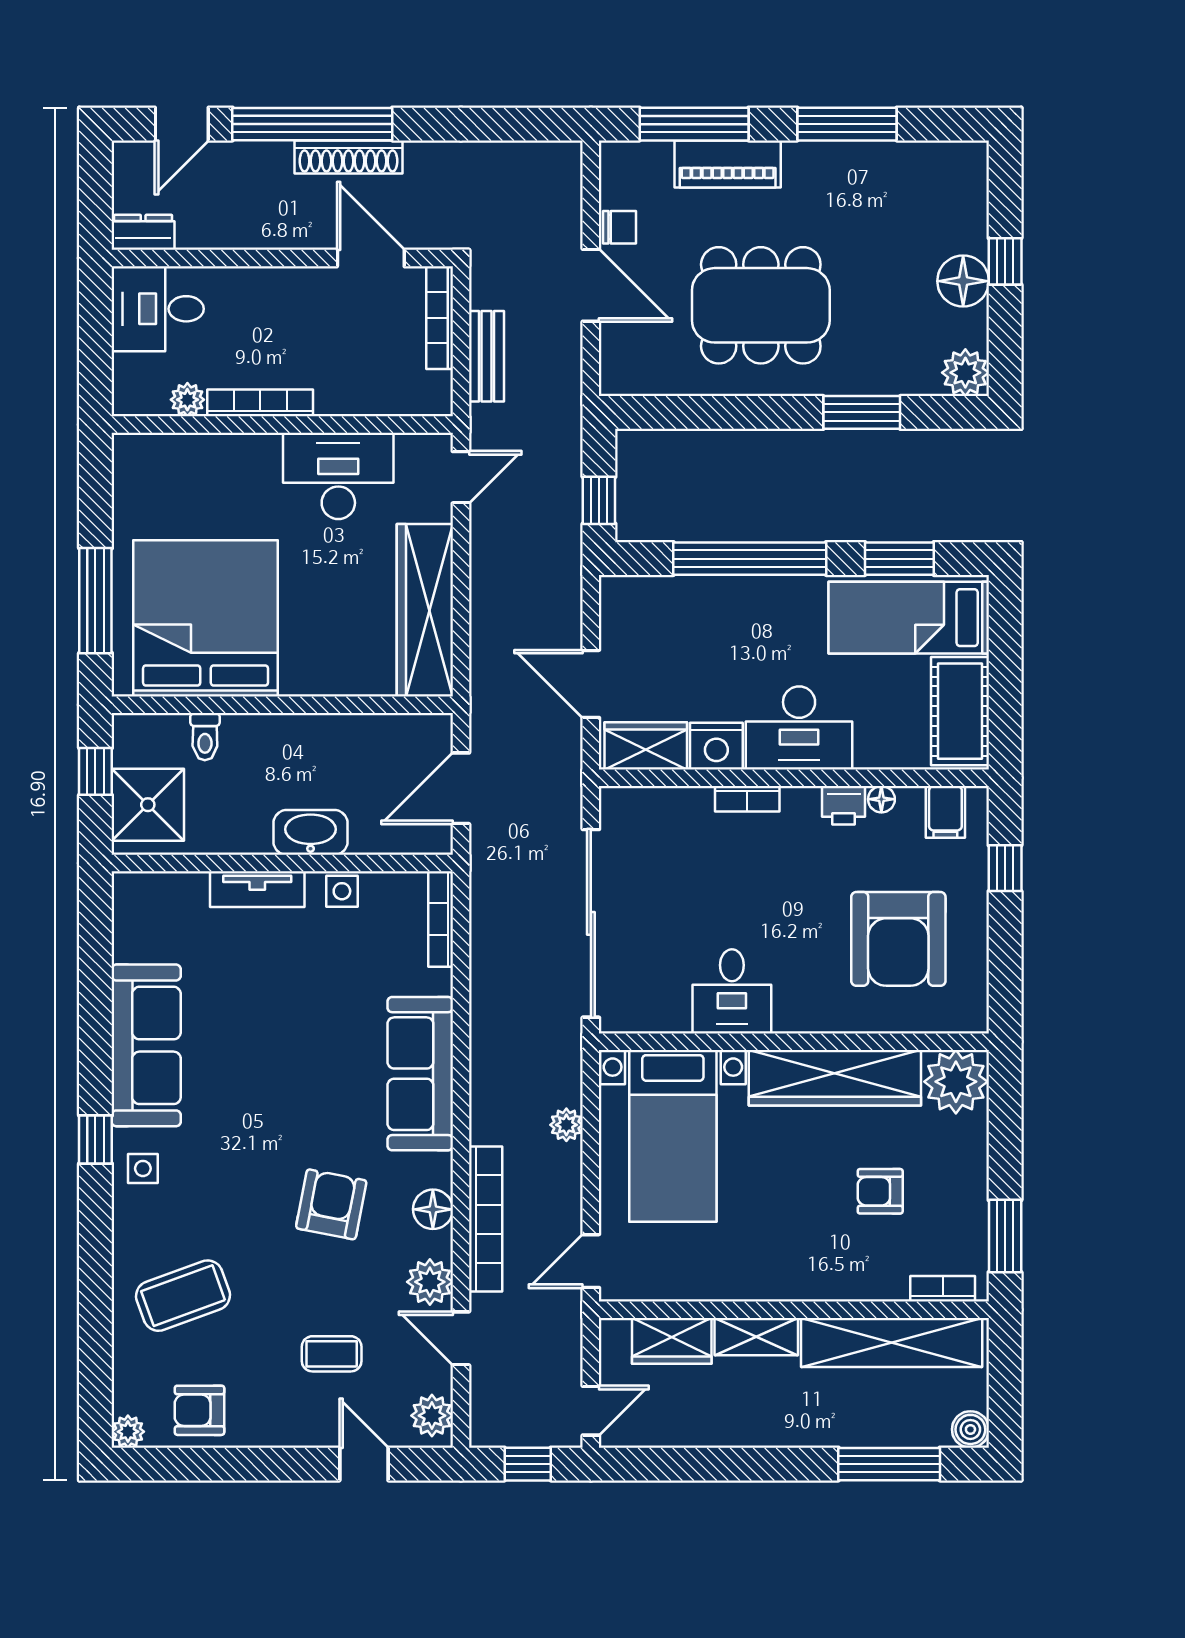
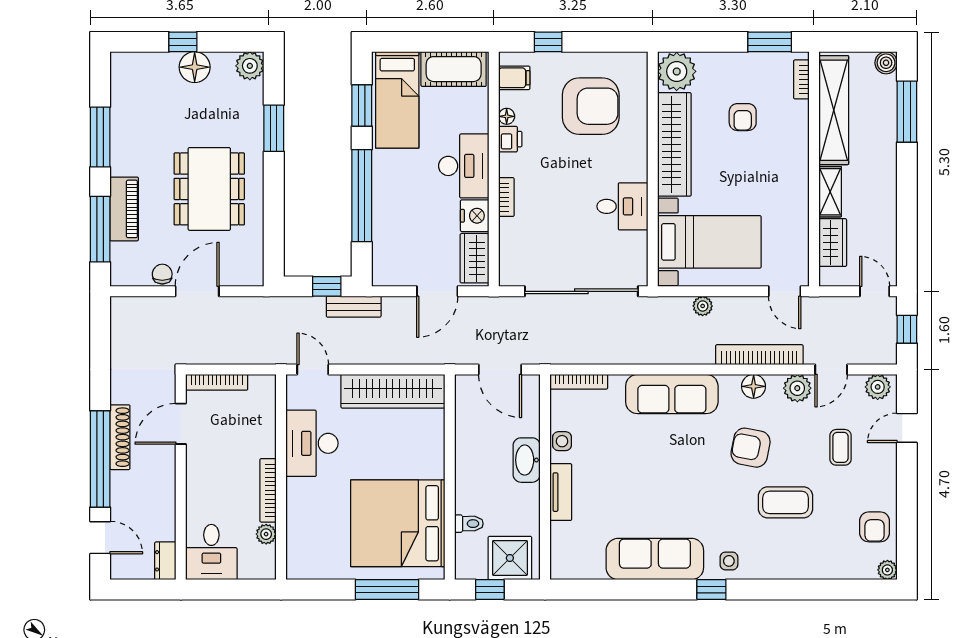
bench: (486, 356) -> (354, 307), moved
coffee table: (183, 1296) -> (785, 502), moved, turned -70

